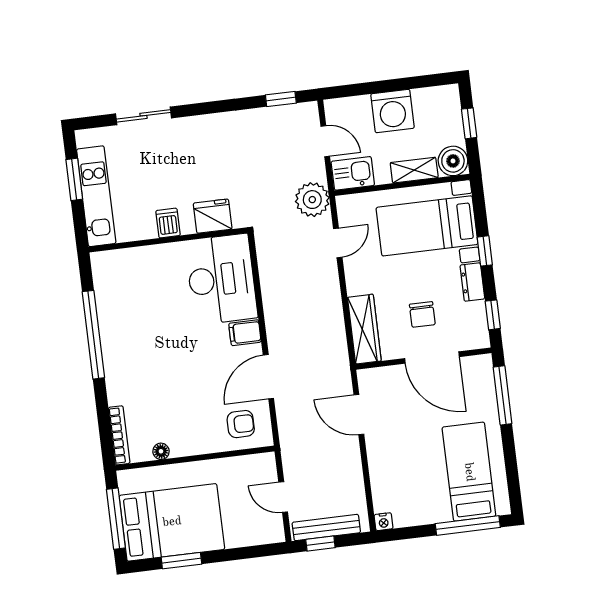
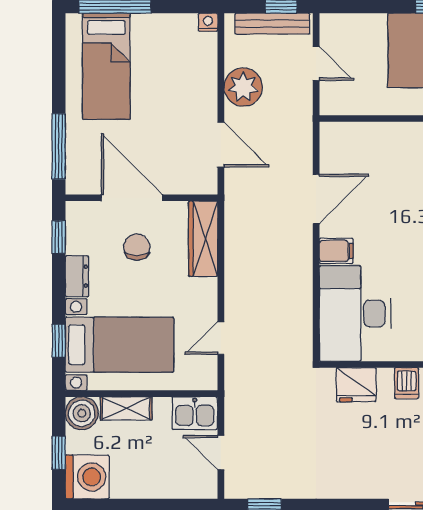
washing machine: (393, 111) -> (87, 477), moved, turned 90
plant: (312, 200) -> (243, 87), moved
window: (485, 251) -> (59, 341), moved
armchair: (241, 424) -> (353, 150), removed

